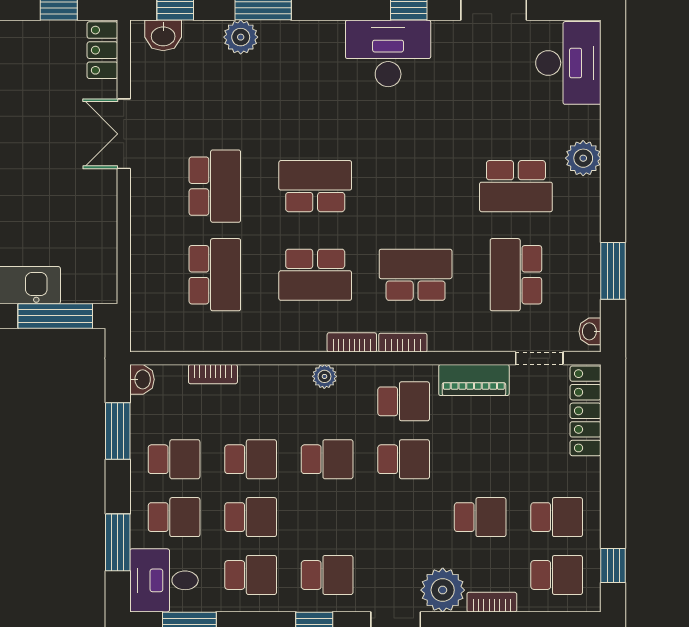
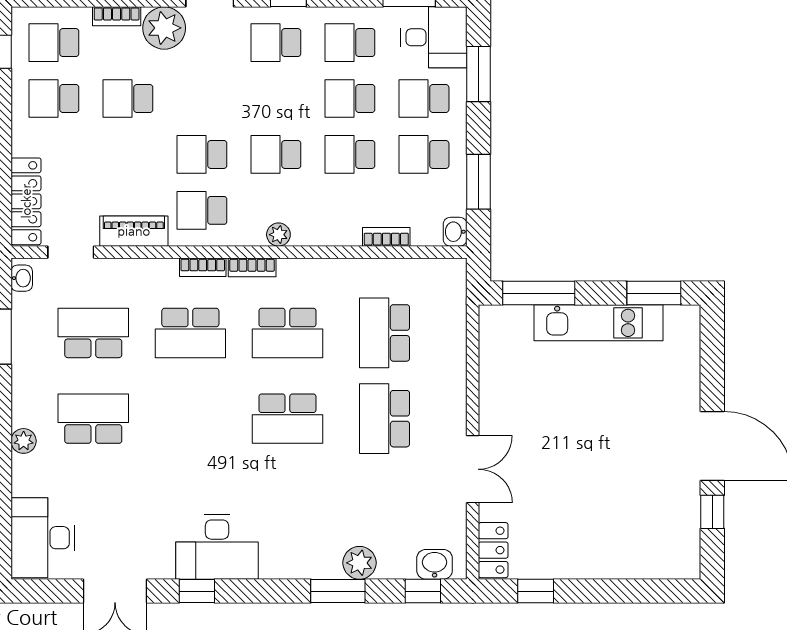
plant: (583, 158) -> (24, 441), width x0.73, depth x0.73
school desk: (315, 275) -> (287, 333), turned 180
school desk: (516, 275) -> (93, 333), turned -90

